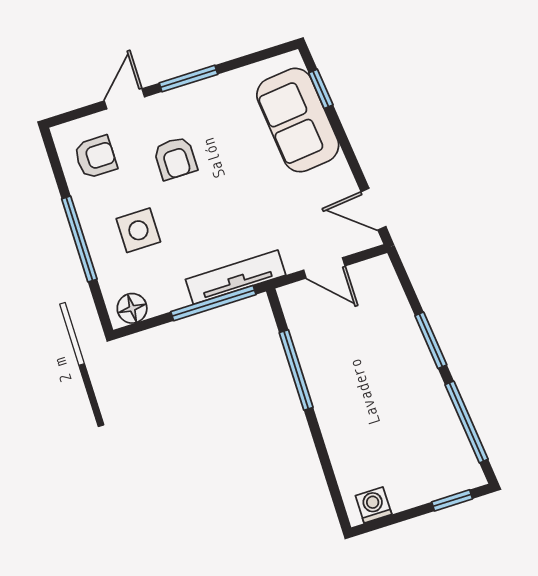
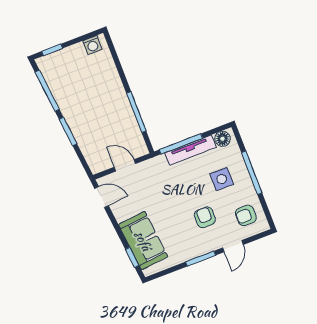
tv unit: (236, 277) -> (191, 150), moved

